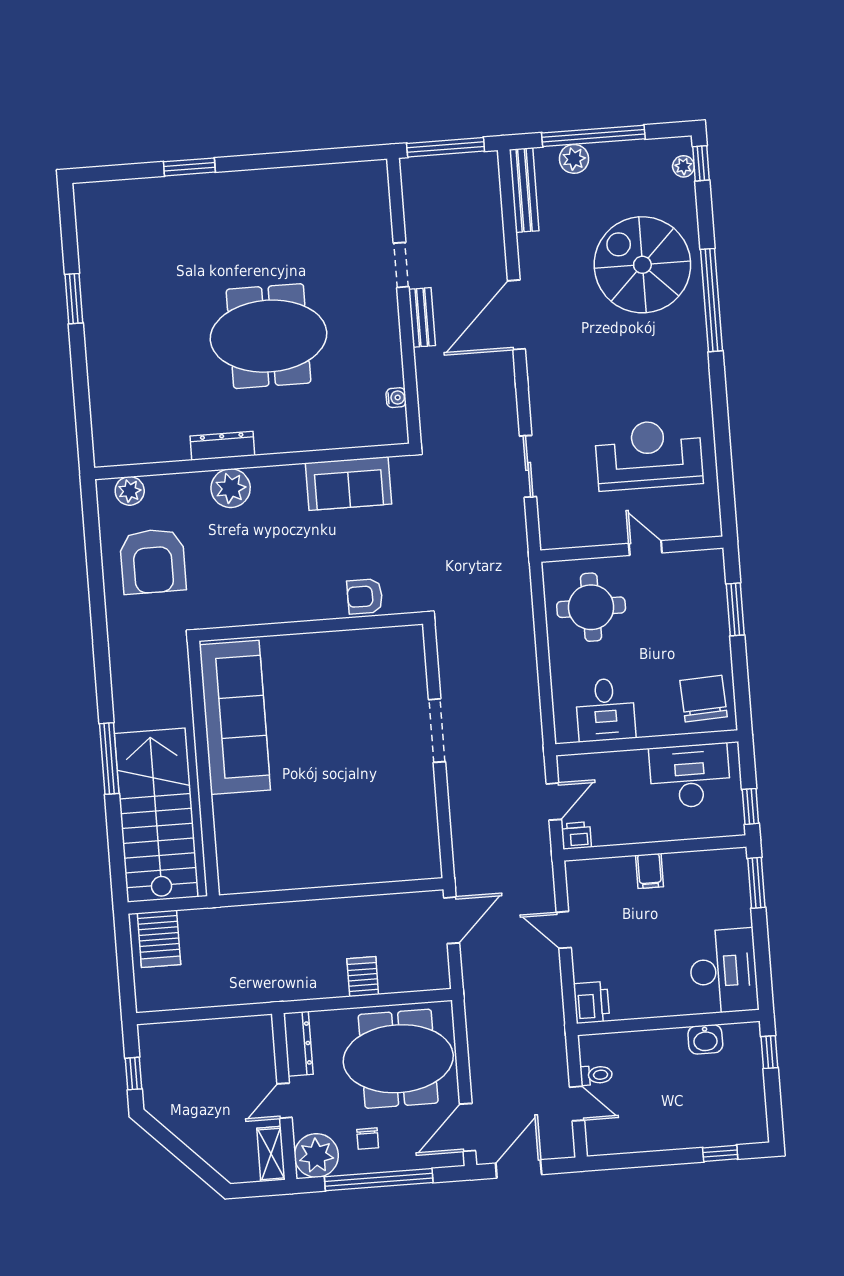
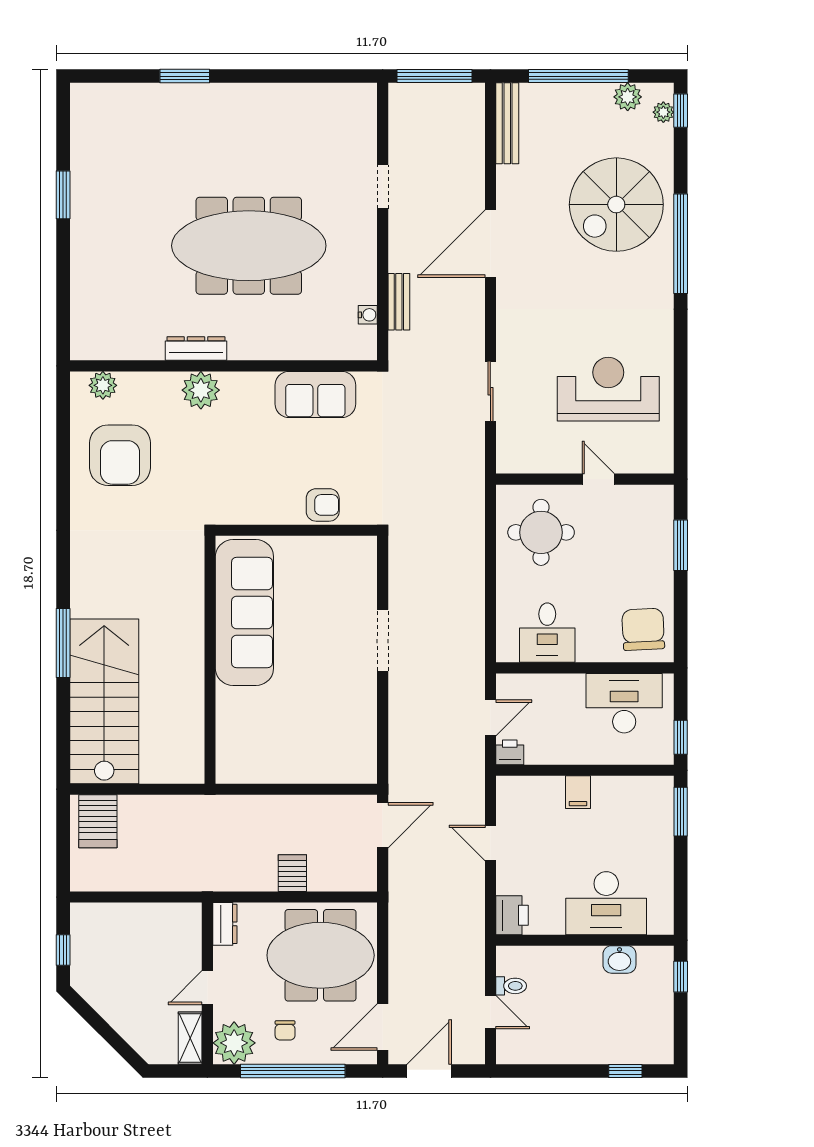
plant: (574, 159) -> (628, 97), moved
spiral stairs: (642, 265) -> (616, 205), turned -90
bench: (422, 317) -> (399, 302), moved
meeting table: (269, 336) -> (249, 246), width x1.36
armchair: (365, 596) -> (323, 505), turned 180
sofa: (235, 717) -> (244, 613), moved
wall: (203, 769) -> (210, 660), moved
desk: (724, 971) -> (606, 903), moved, turned 90
dresser: (298, 1044) -> (225, 924), width x0.70

